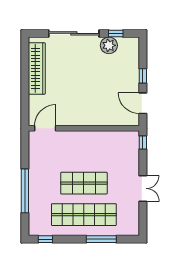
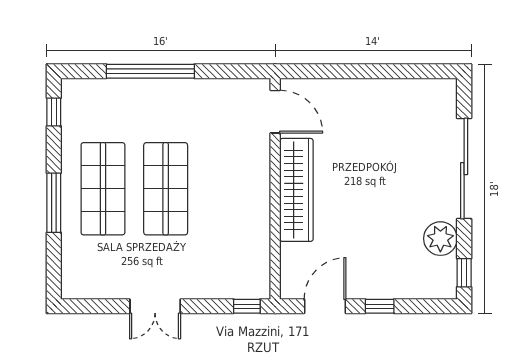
window: (116, 33) -> (464, 273), moved
wardrobe: (37, 68) -> (296, 190), moved, turned -90
shop shelf: (84, 215) -> (103, 189), width x0.71
window: (101, 239) -> (54, 203), moved

